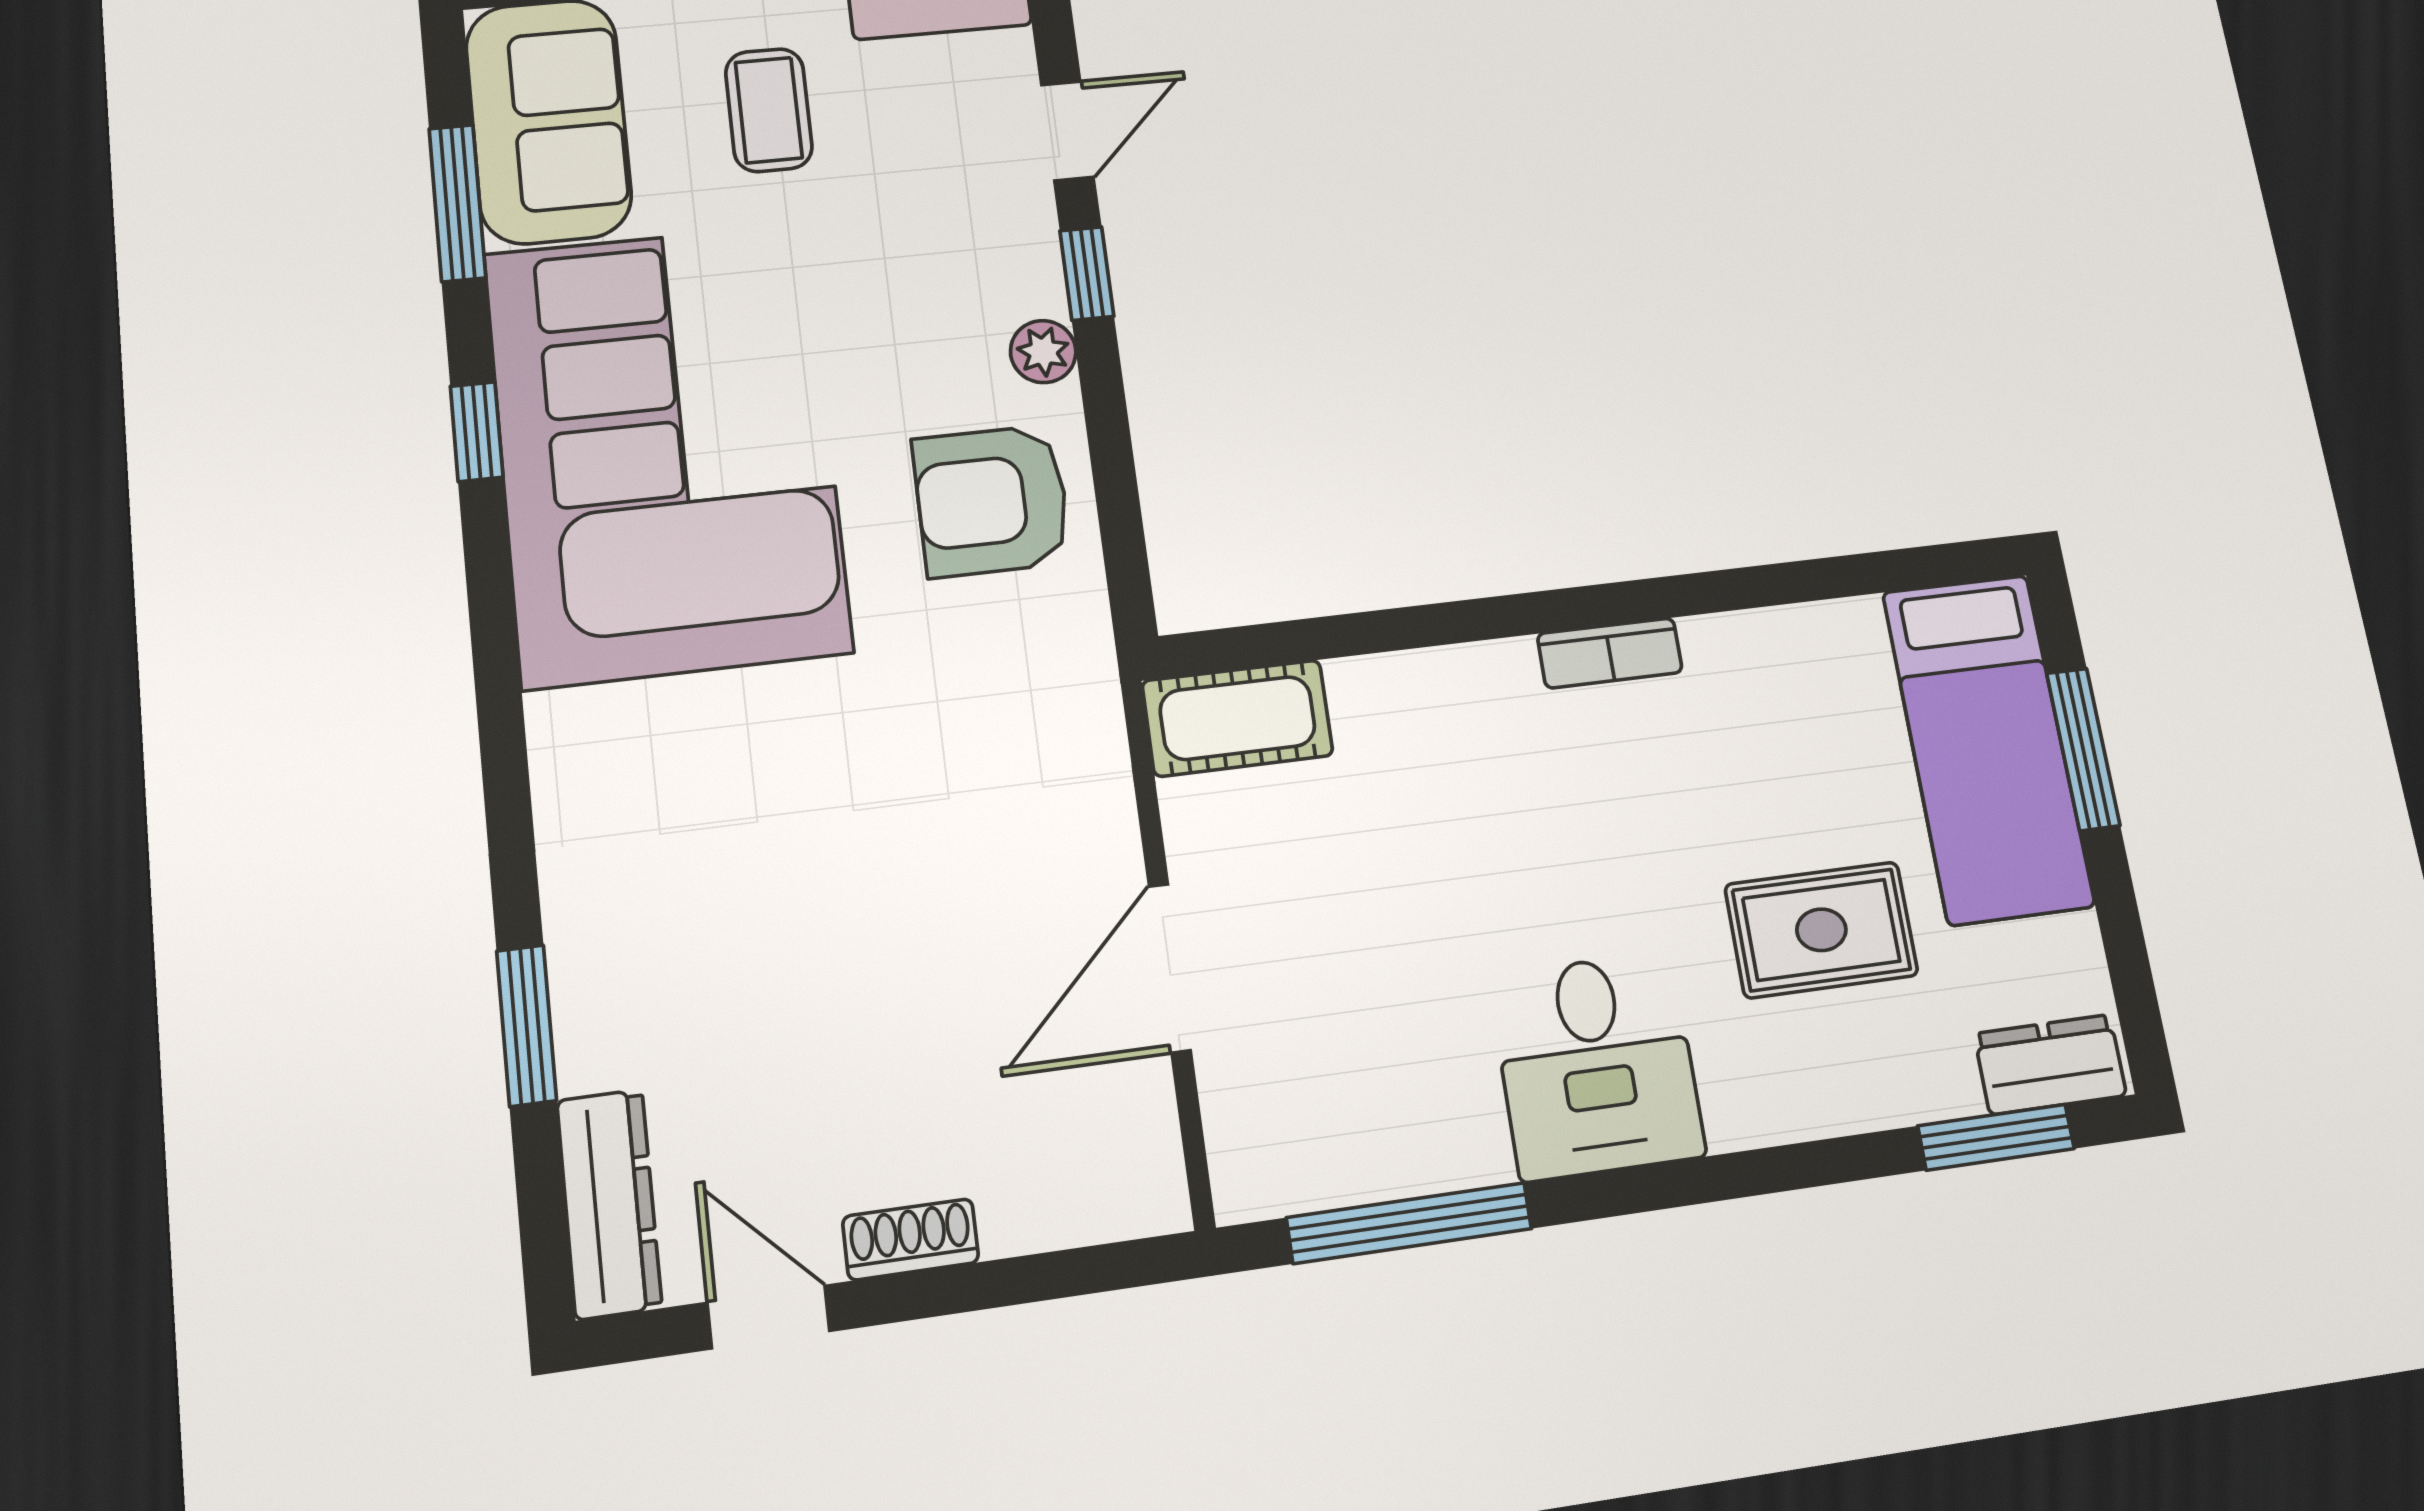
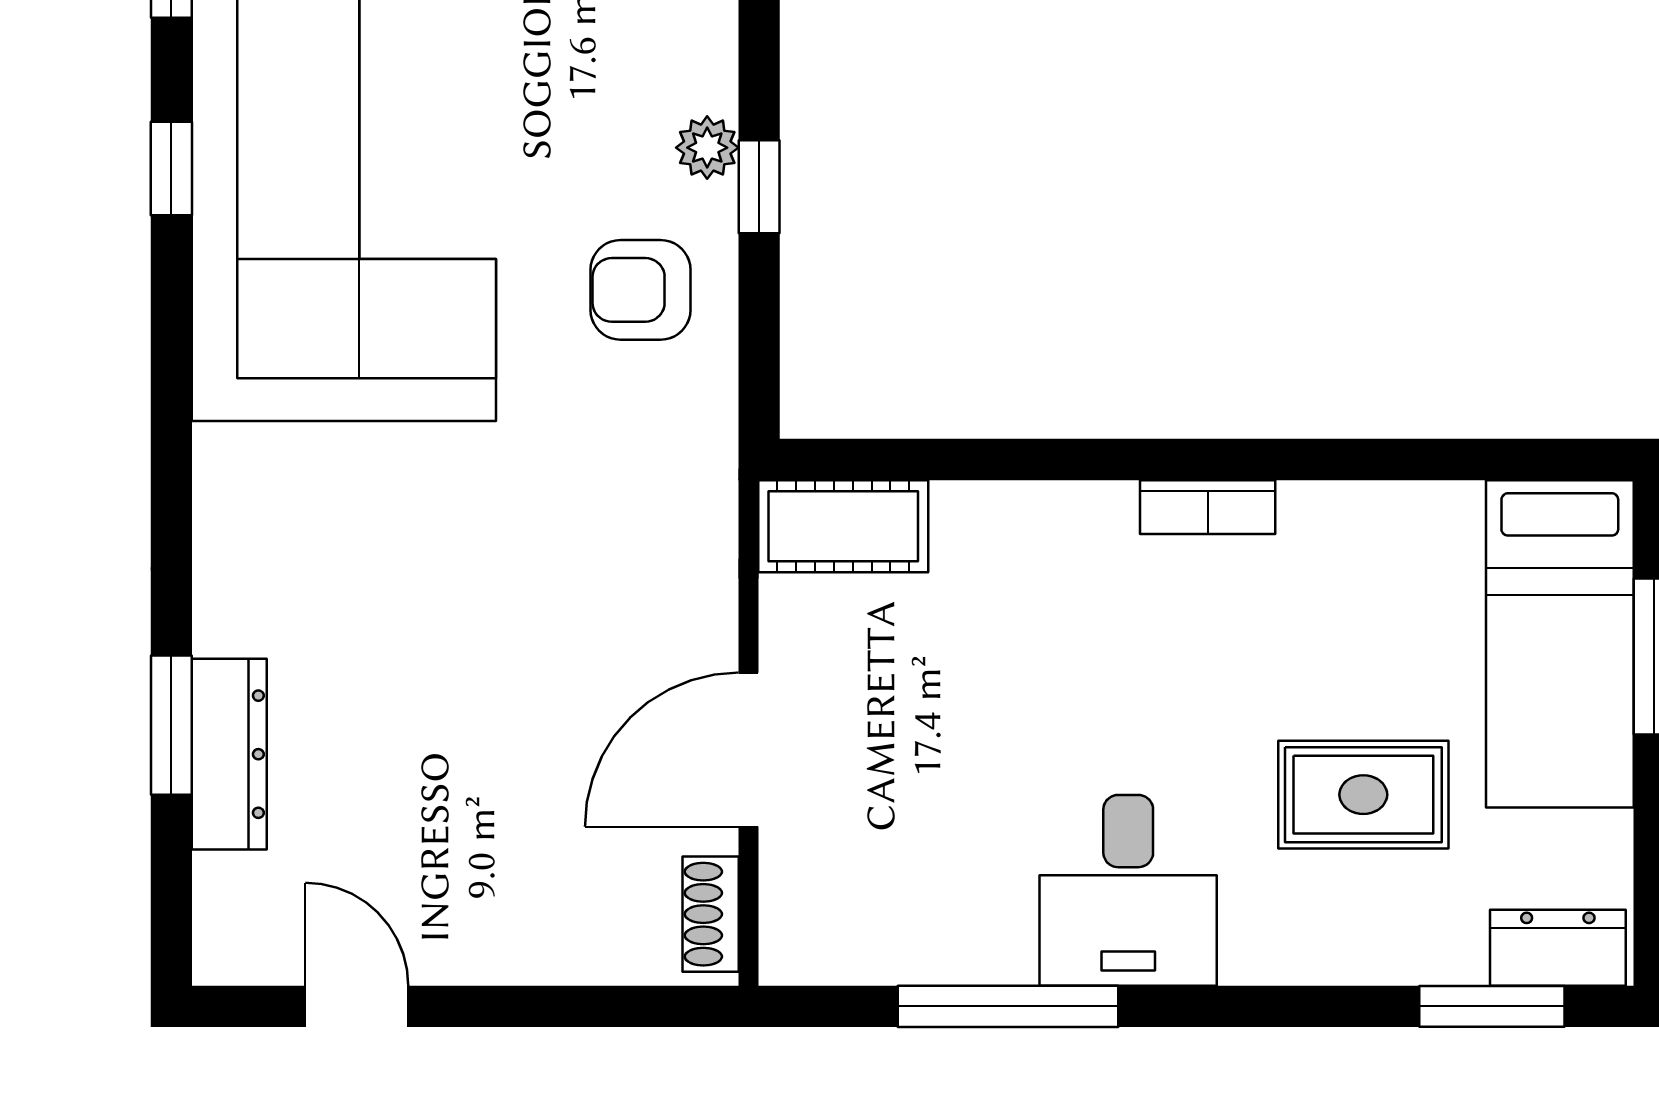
window: (1087, 273) -> (759, 187), moved
armchair: (992, 501) -> (641, 290), width x0.72, depth x0.72
dresser: (609, 1204) -> (229, 754), moved
window: (1409, 1223) -> (1008, 1006), moved
shoe rack: (911, 1239) -> (711, 914), moved, turned -90

